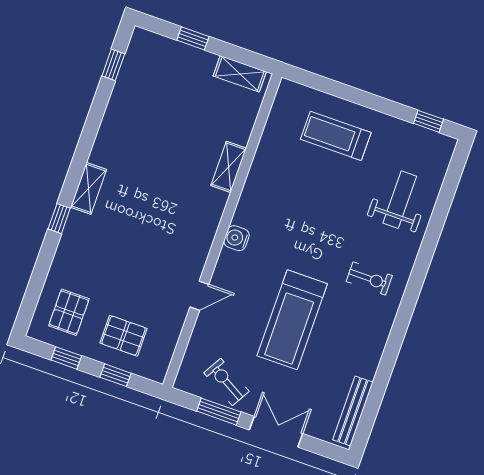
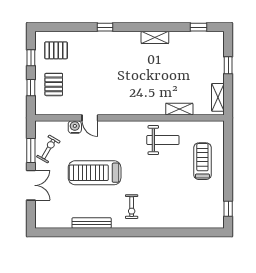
shelving: (229, 167) -> (179, 109), moved
shelving: (89, 188) -> (155, 37), moved
weight bench: (400, 200) -> (163, 140), moved
water cooler: (237, 238) -> (75, 127), moved
bench: (353, 411) -> (92, 223), moved

